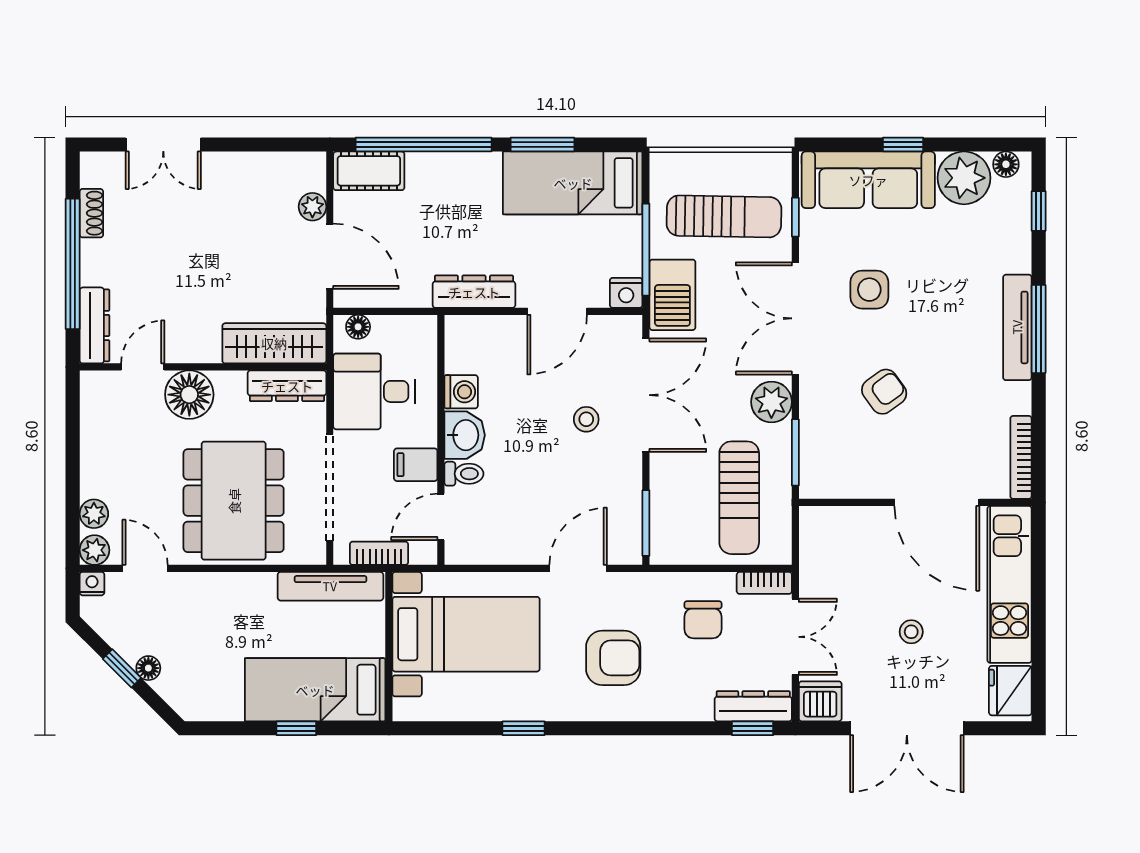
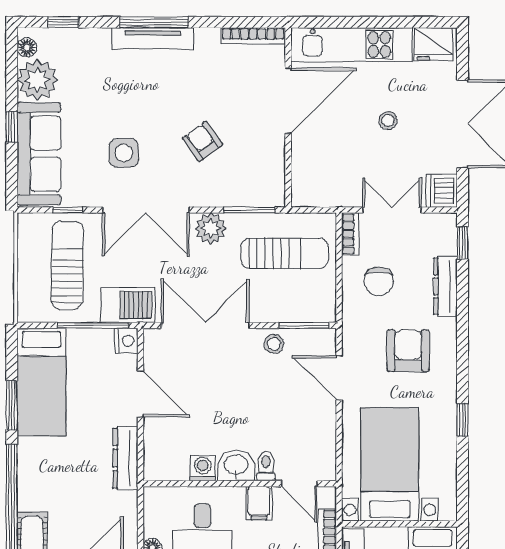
stool: (586, 419) -> (274, 344), moved
chair: (703, 620) -> (379, 281), turned 90
dresser: (753, 706) -> (445, 286), moved

